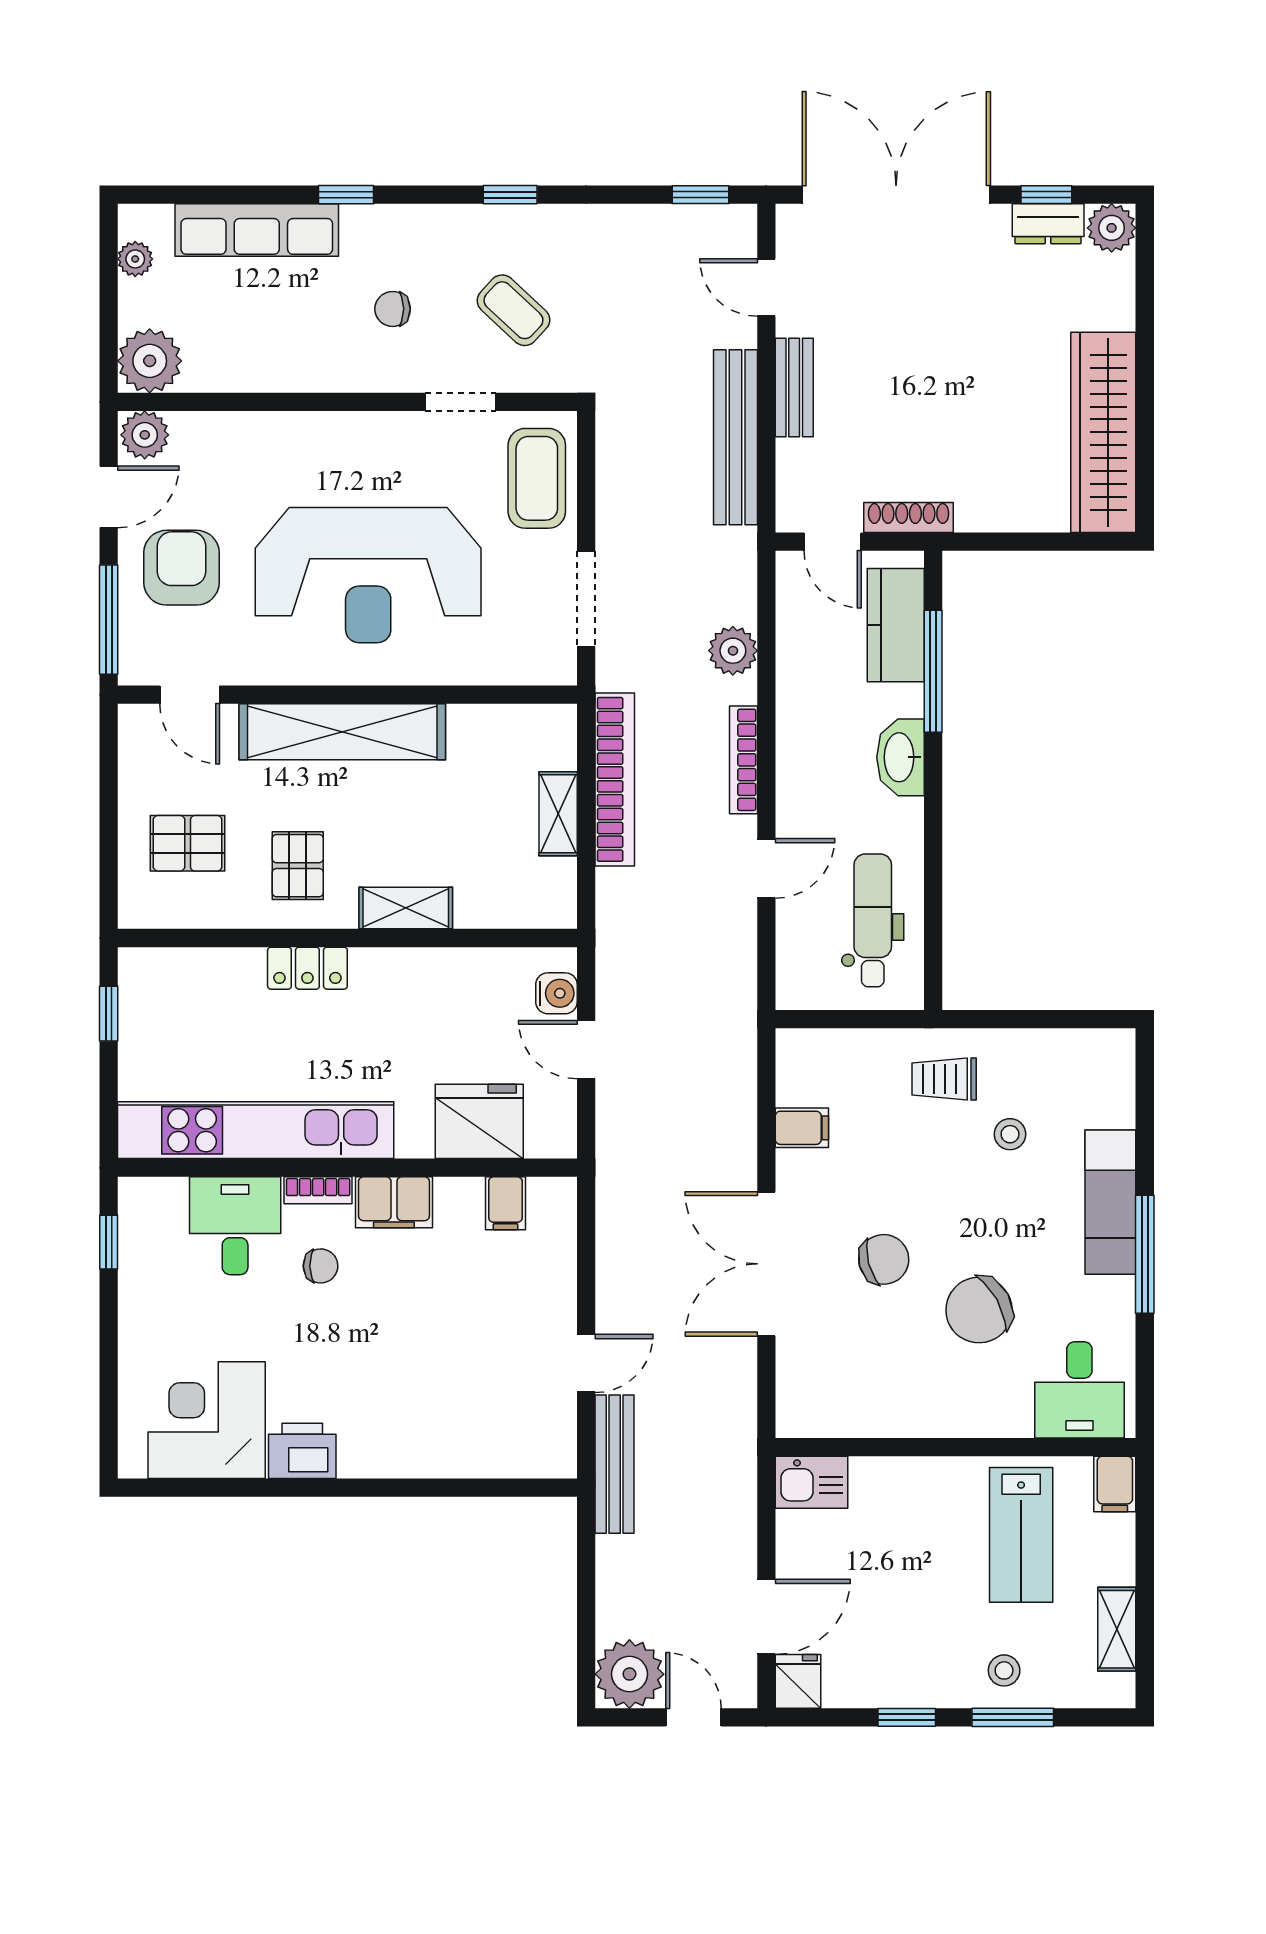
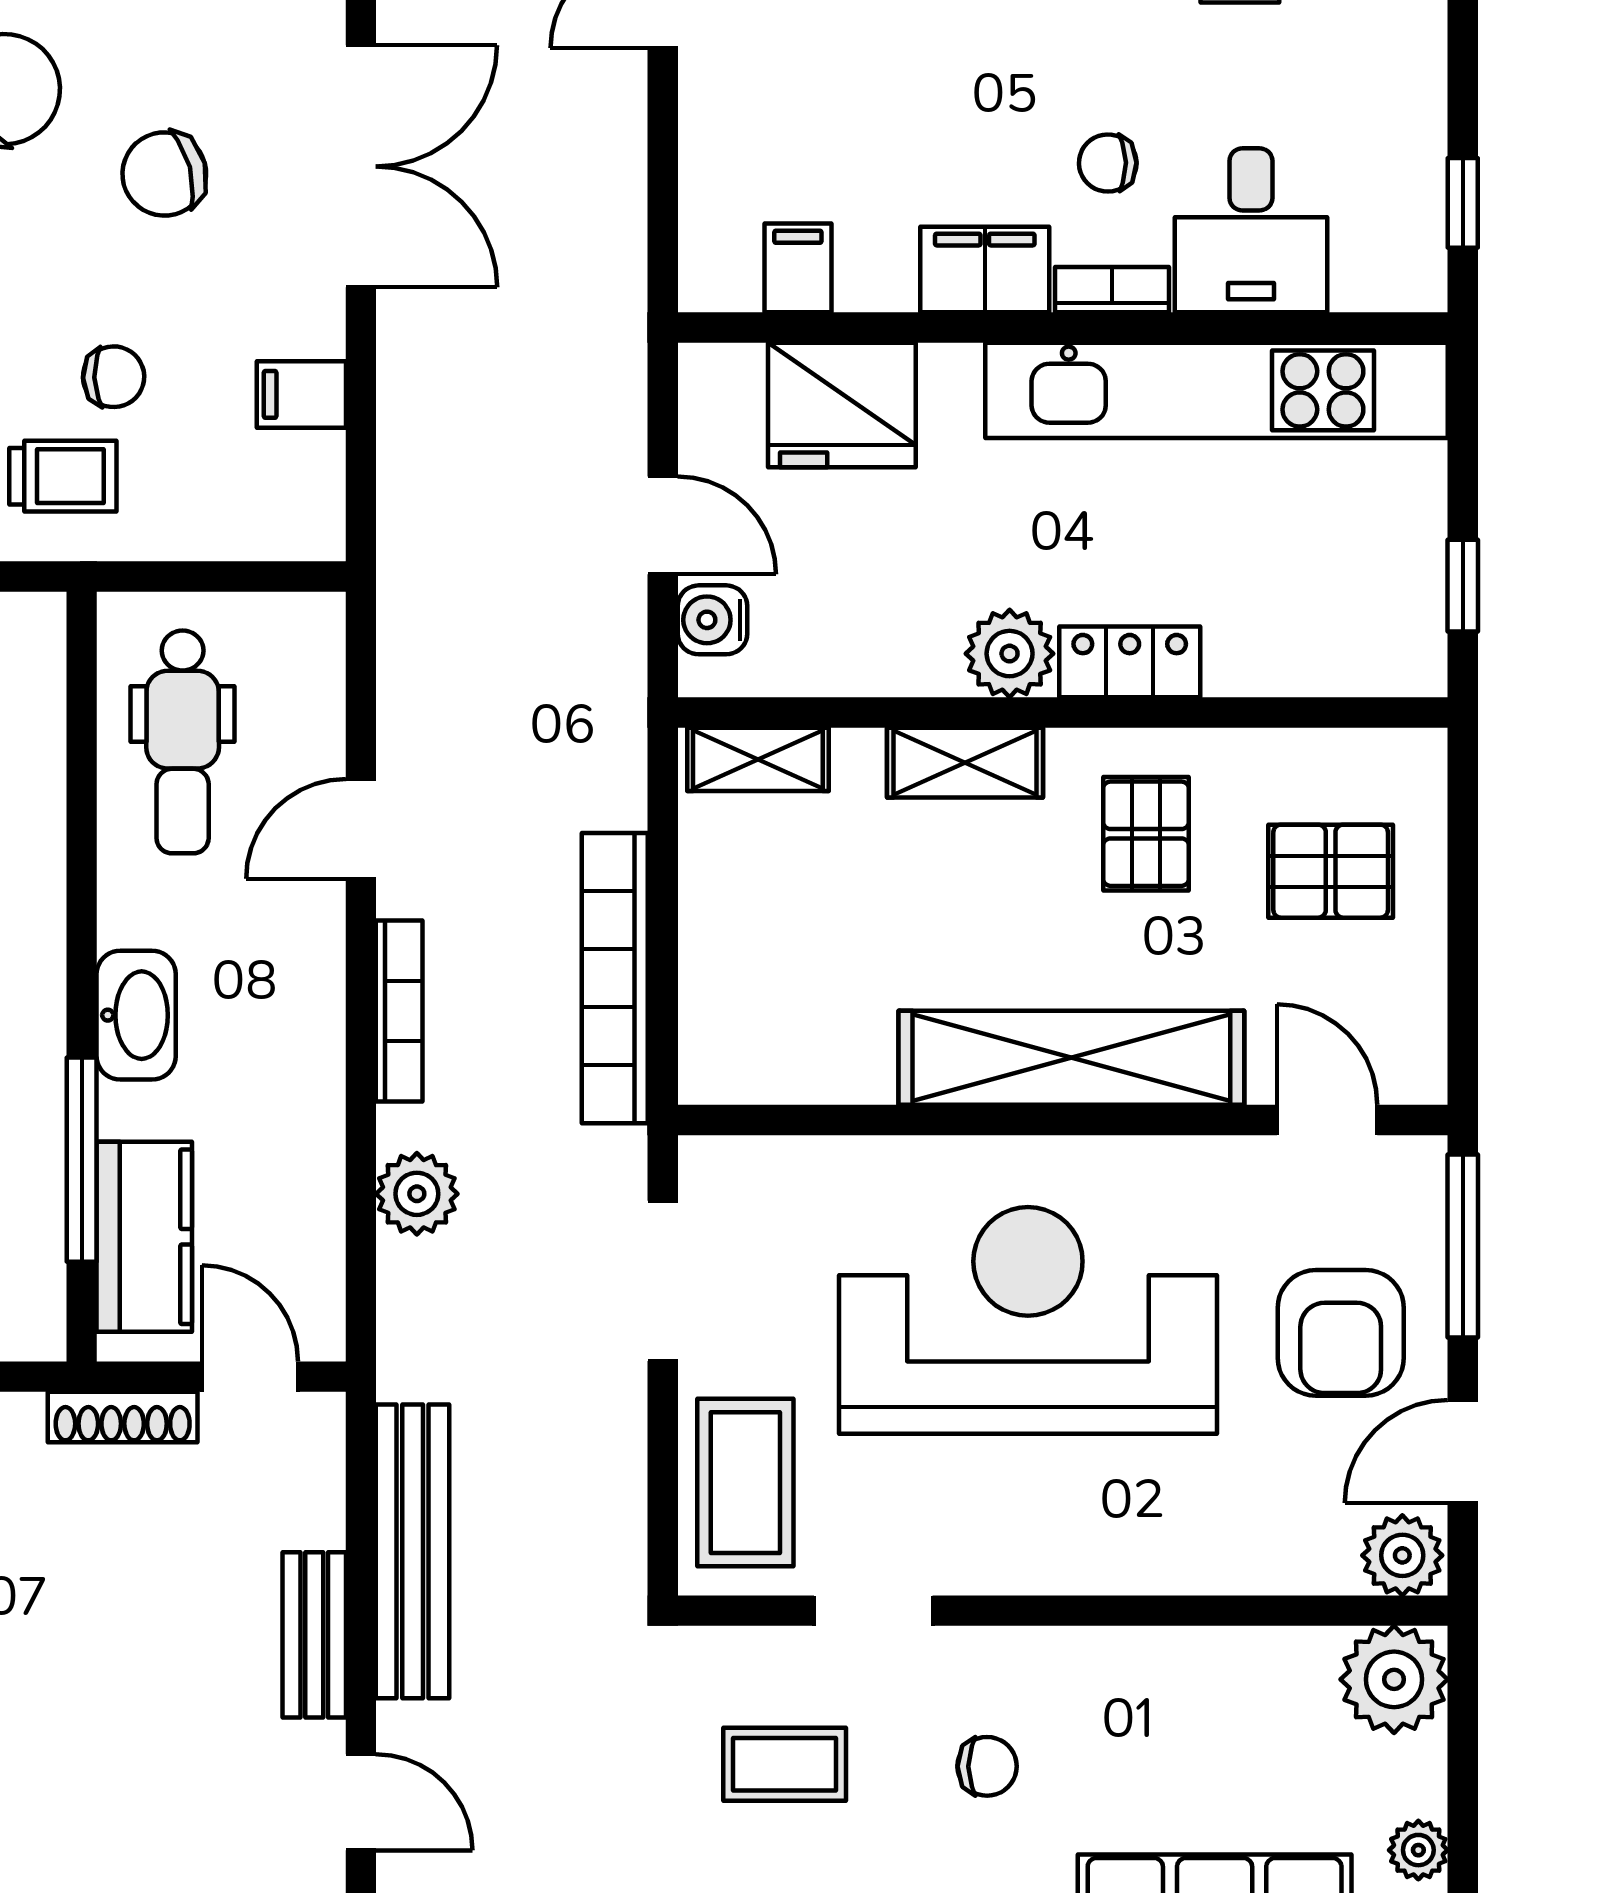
coffee table: (513, 310) -> (785, 1764), turned -43
shelving: (558, 814) -> (758, 759), moved, turned 90
plant: (379, 973) -> (1010, 654), added
chair: (914, 1138) -> (114, 377), added

